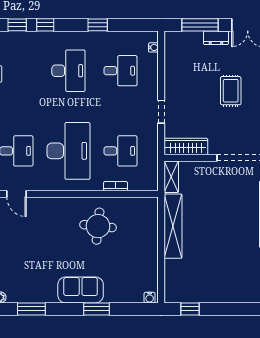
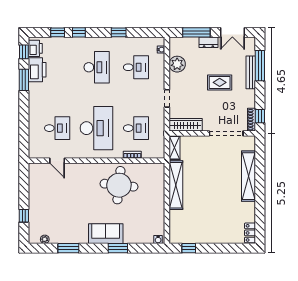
plant: (175, 67) -> (177, 64), added
rug: (231, 91) -> (220, 82), turned 90
round table: (98, 226) -> (119, 185), width x1.36, depth x1.36

